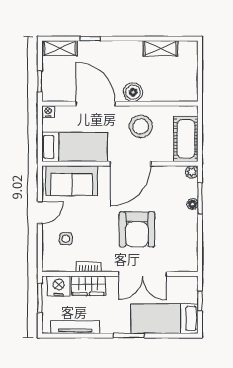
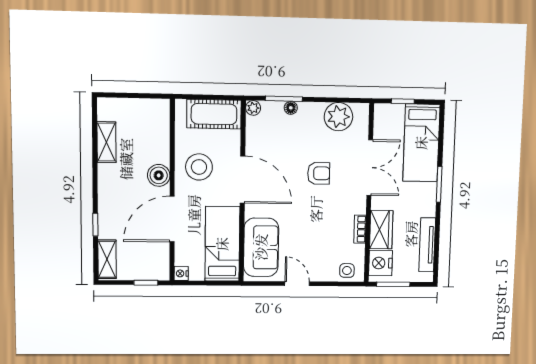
armchair: (137, 229) -> (319, 173), width x0.53, depth x0.53
side table: (66, 239) -> (347, 270), moved
plant: (186, 245) -> (338, 117), added

